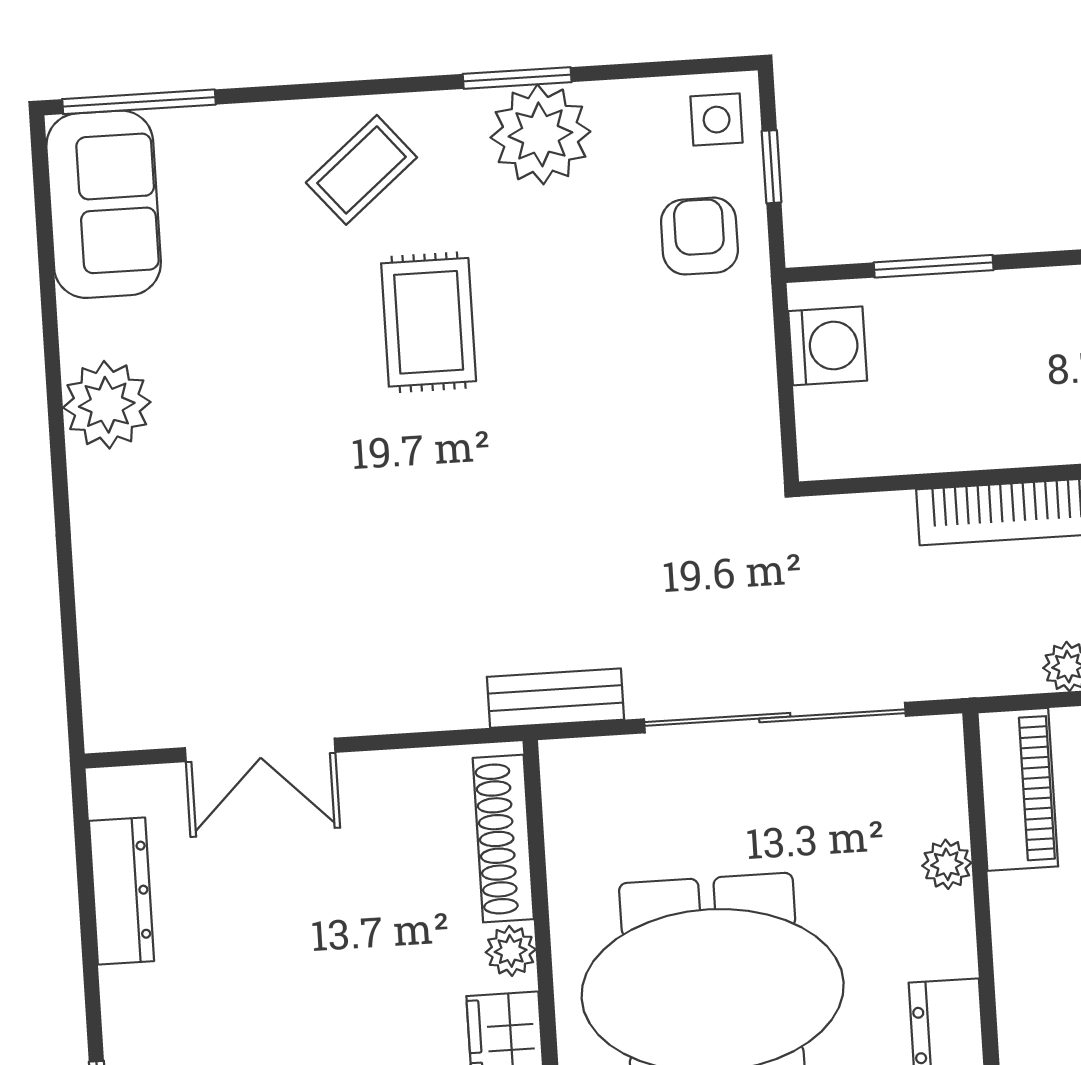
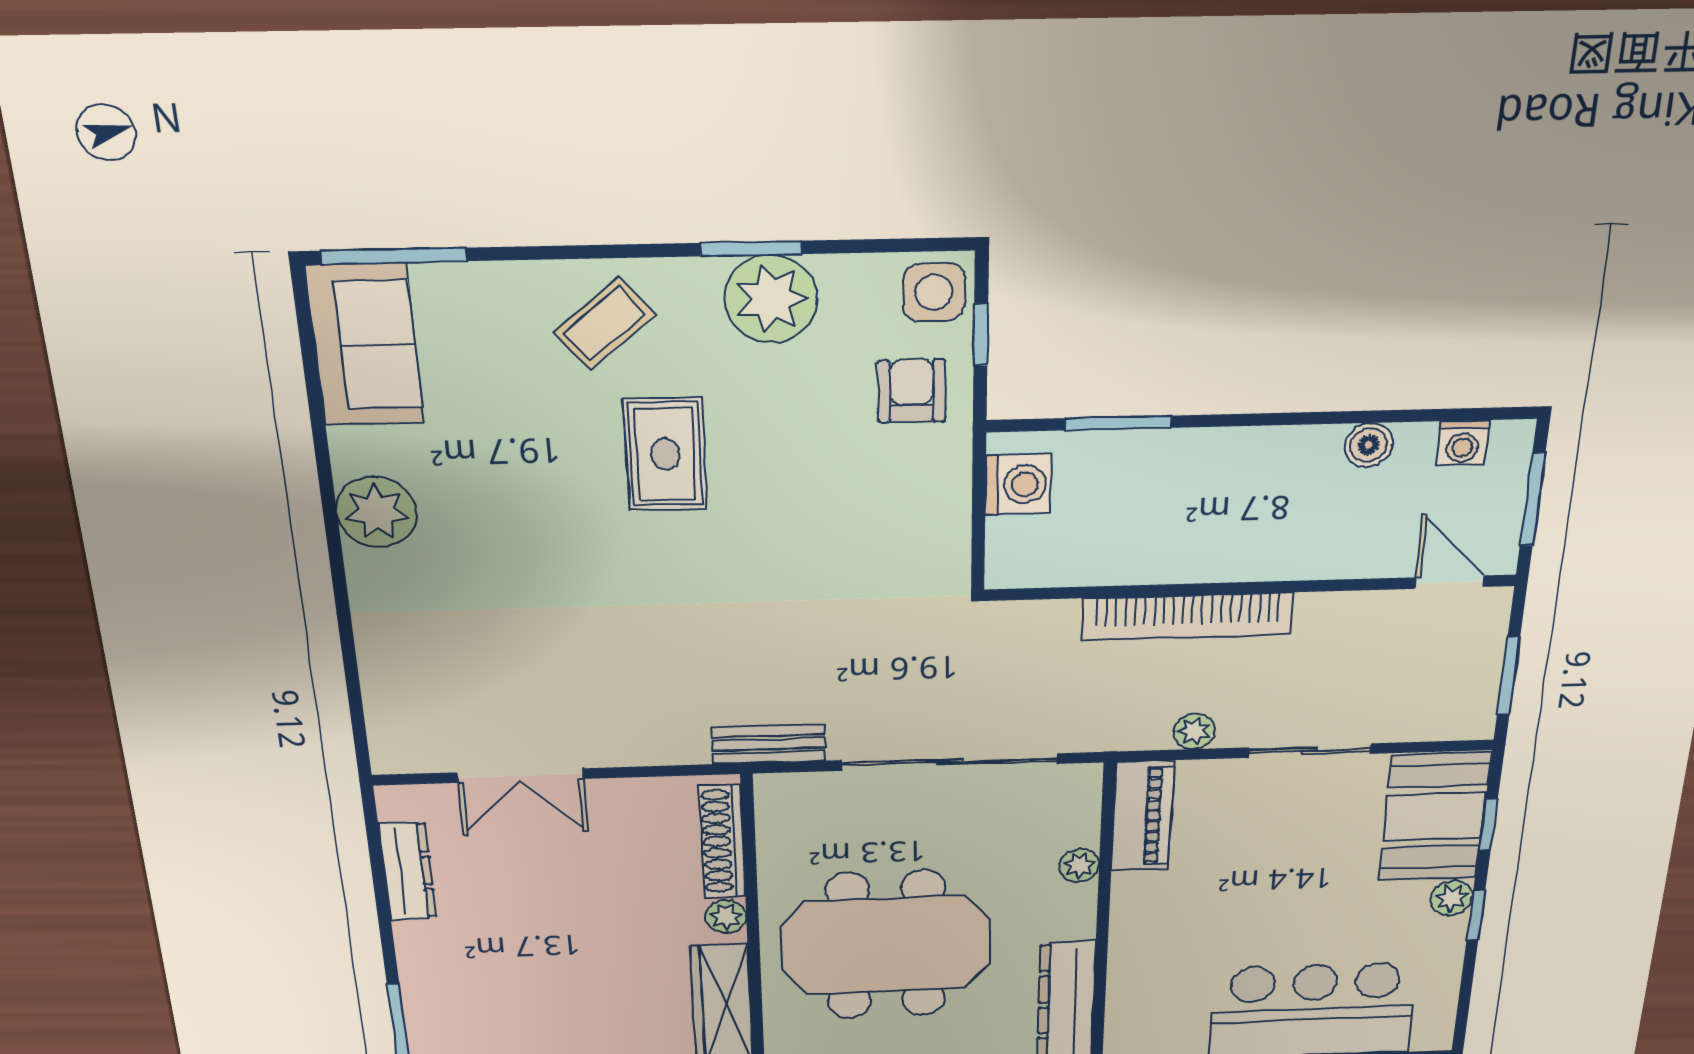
side table: (717, 120) -> (934, 292), width x1.37, depth x1.37

